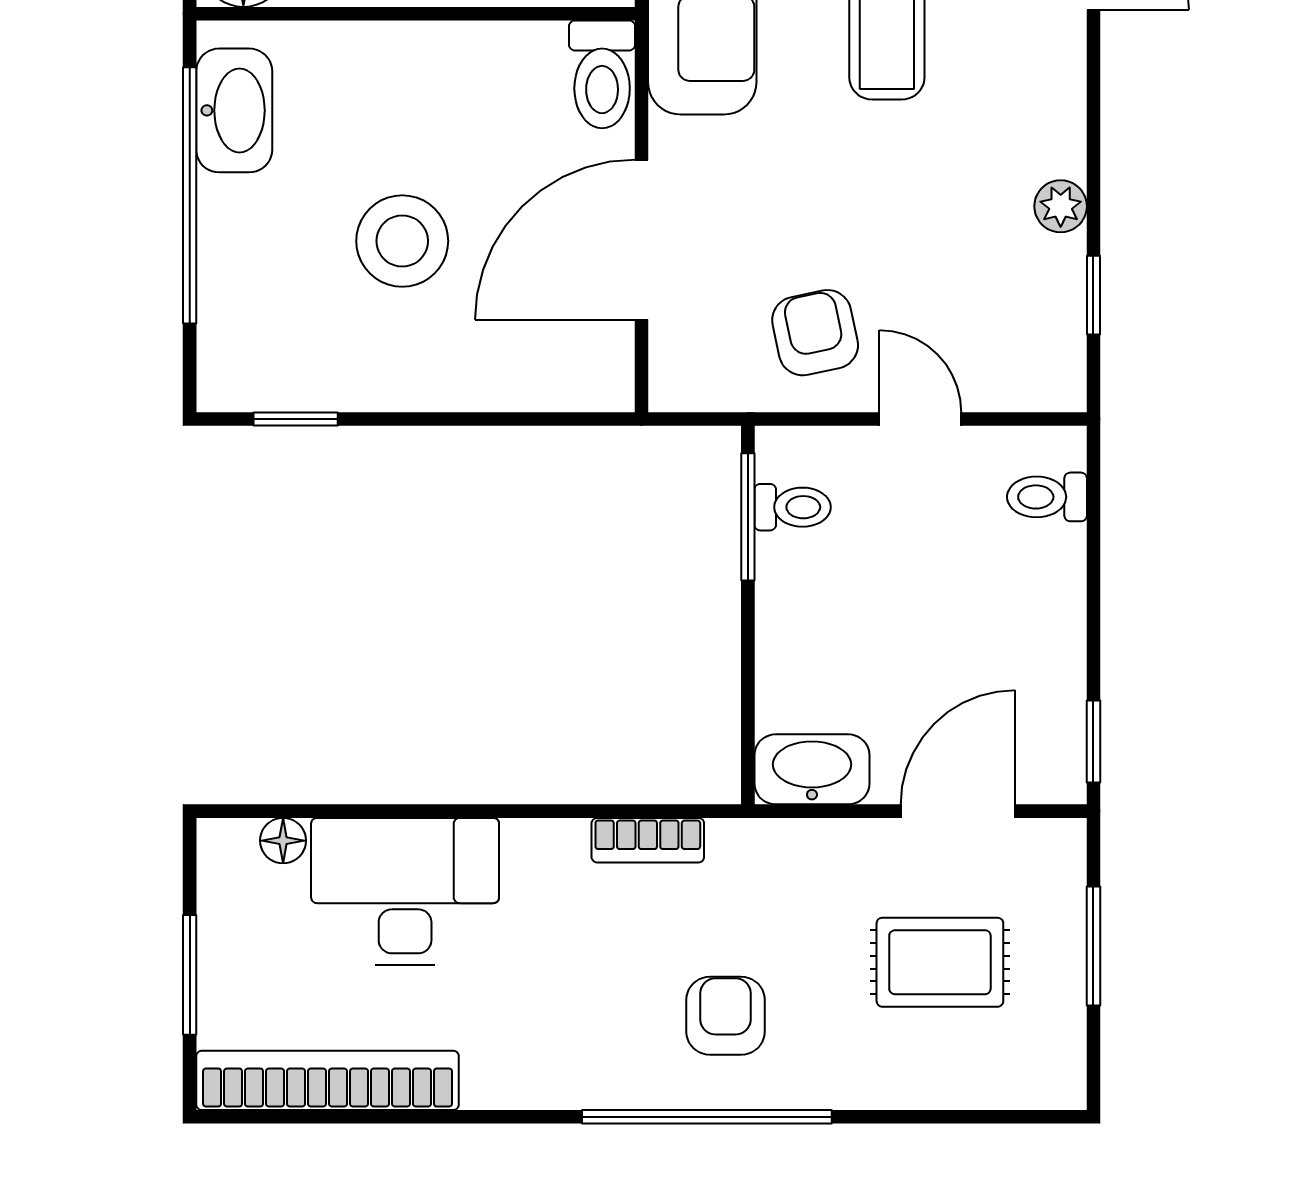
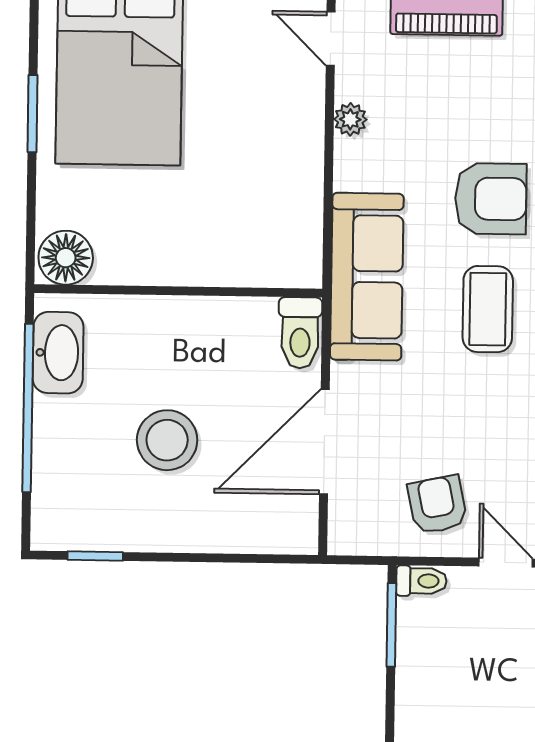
toilet: (793, 507) -> (421, 581), moved

